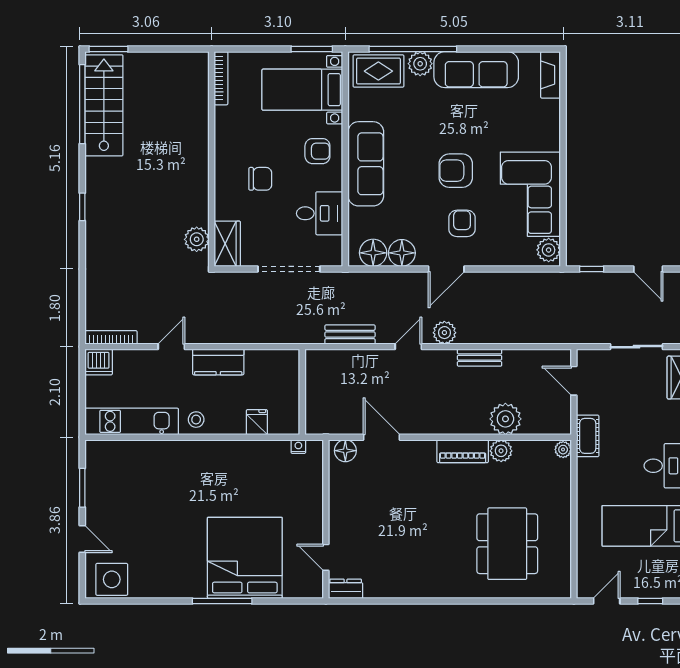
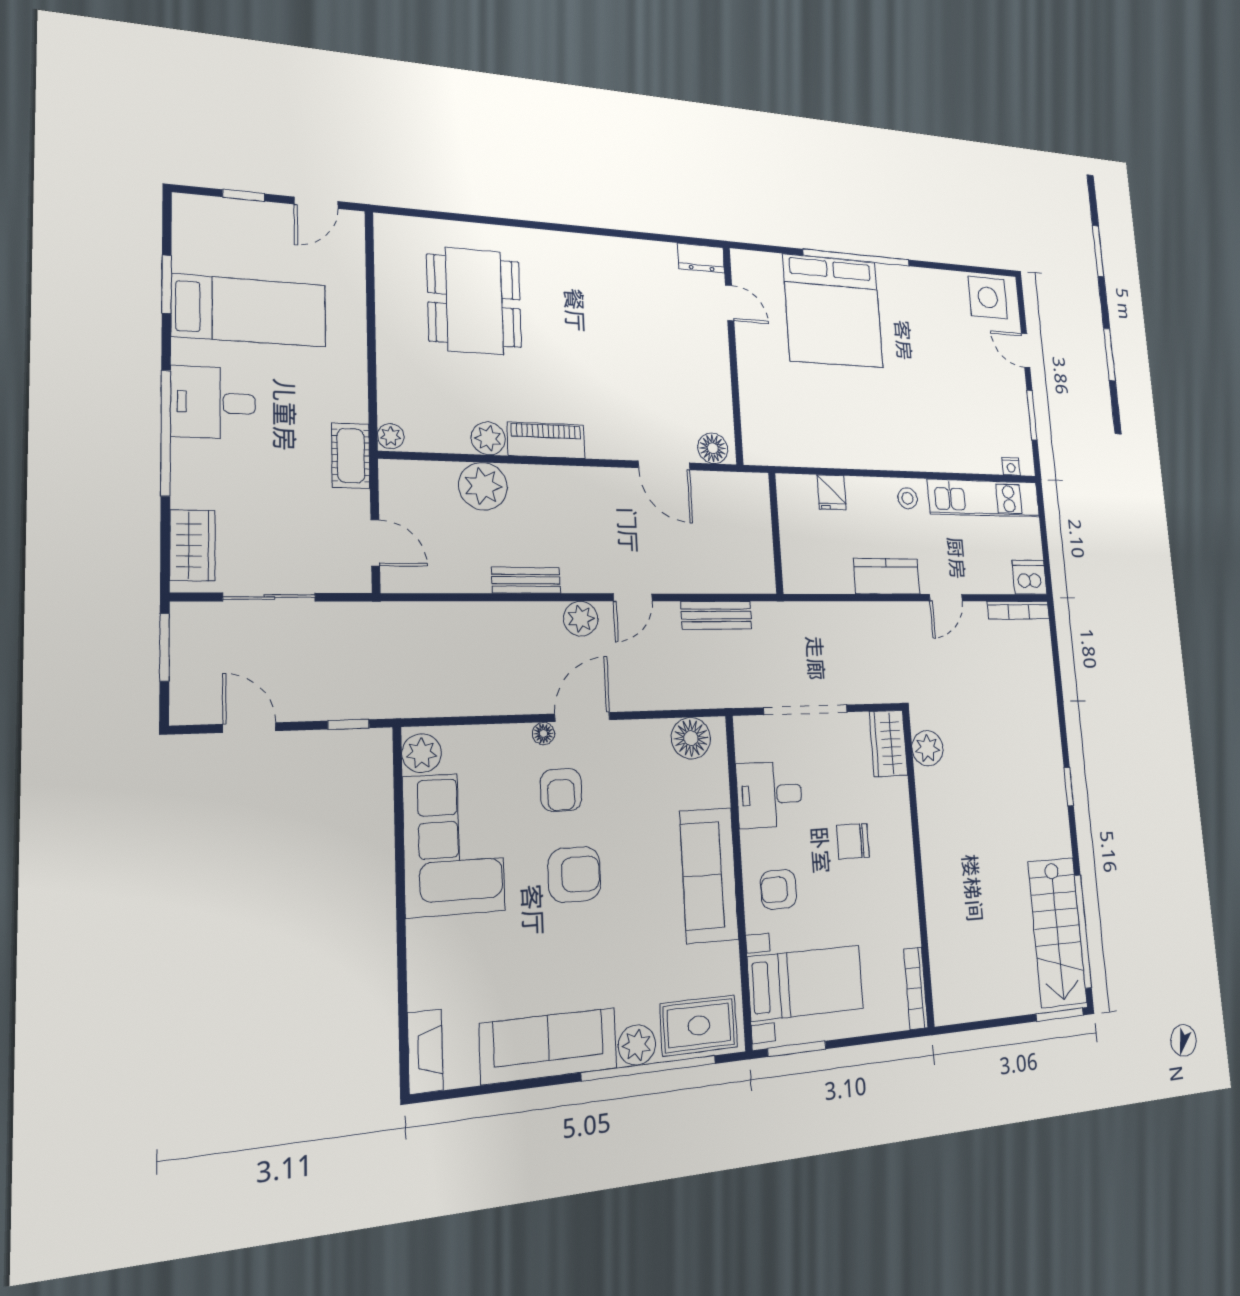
floor lamp: (402, 253) -> (544, 734), moved, width x0.53, depth x0.53
nightstand: (298, 447) -> (1011, 466), moved
window: (222, 601) -> (857, 258), width x1.46

